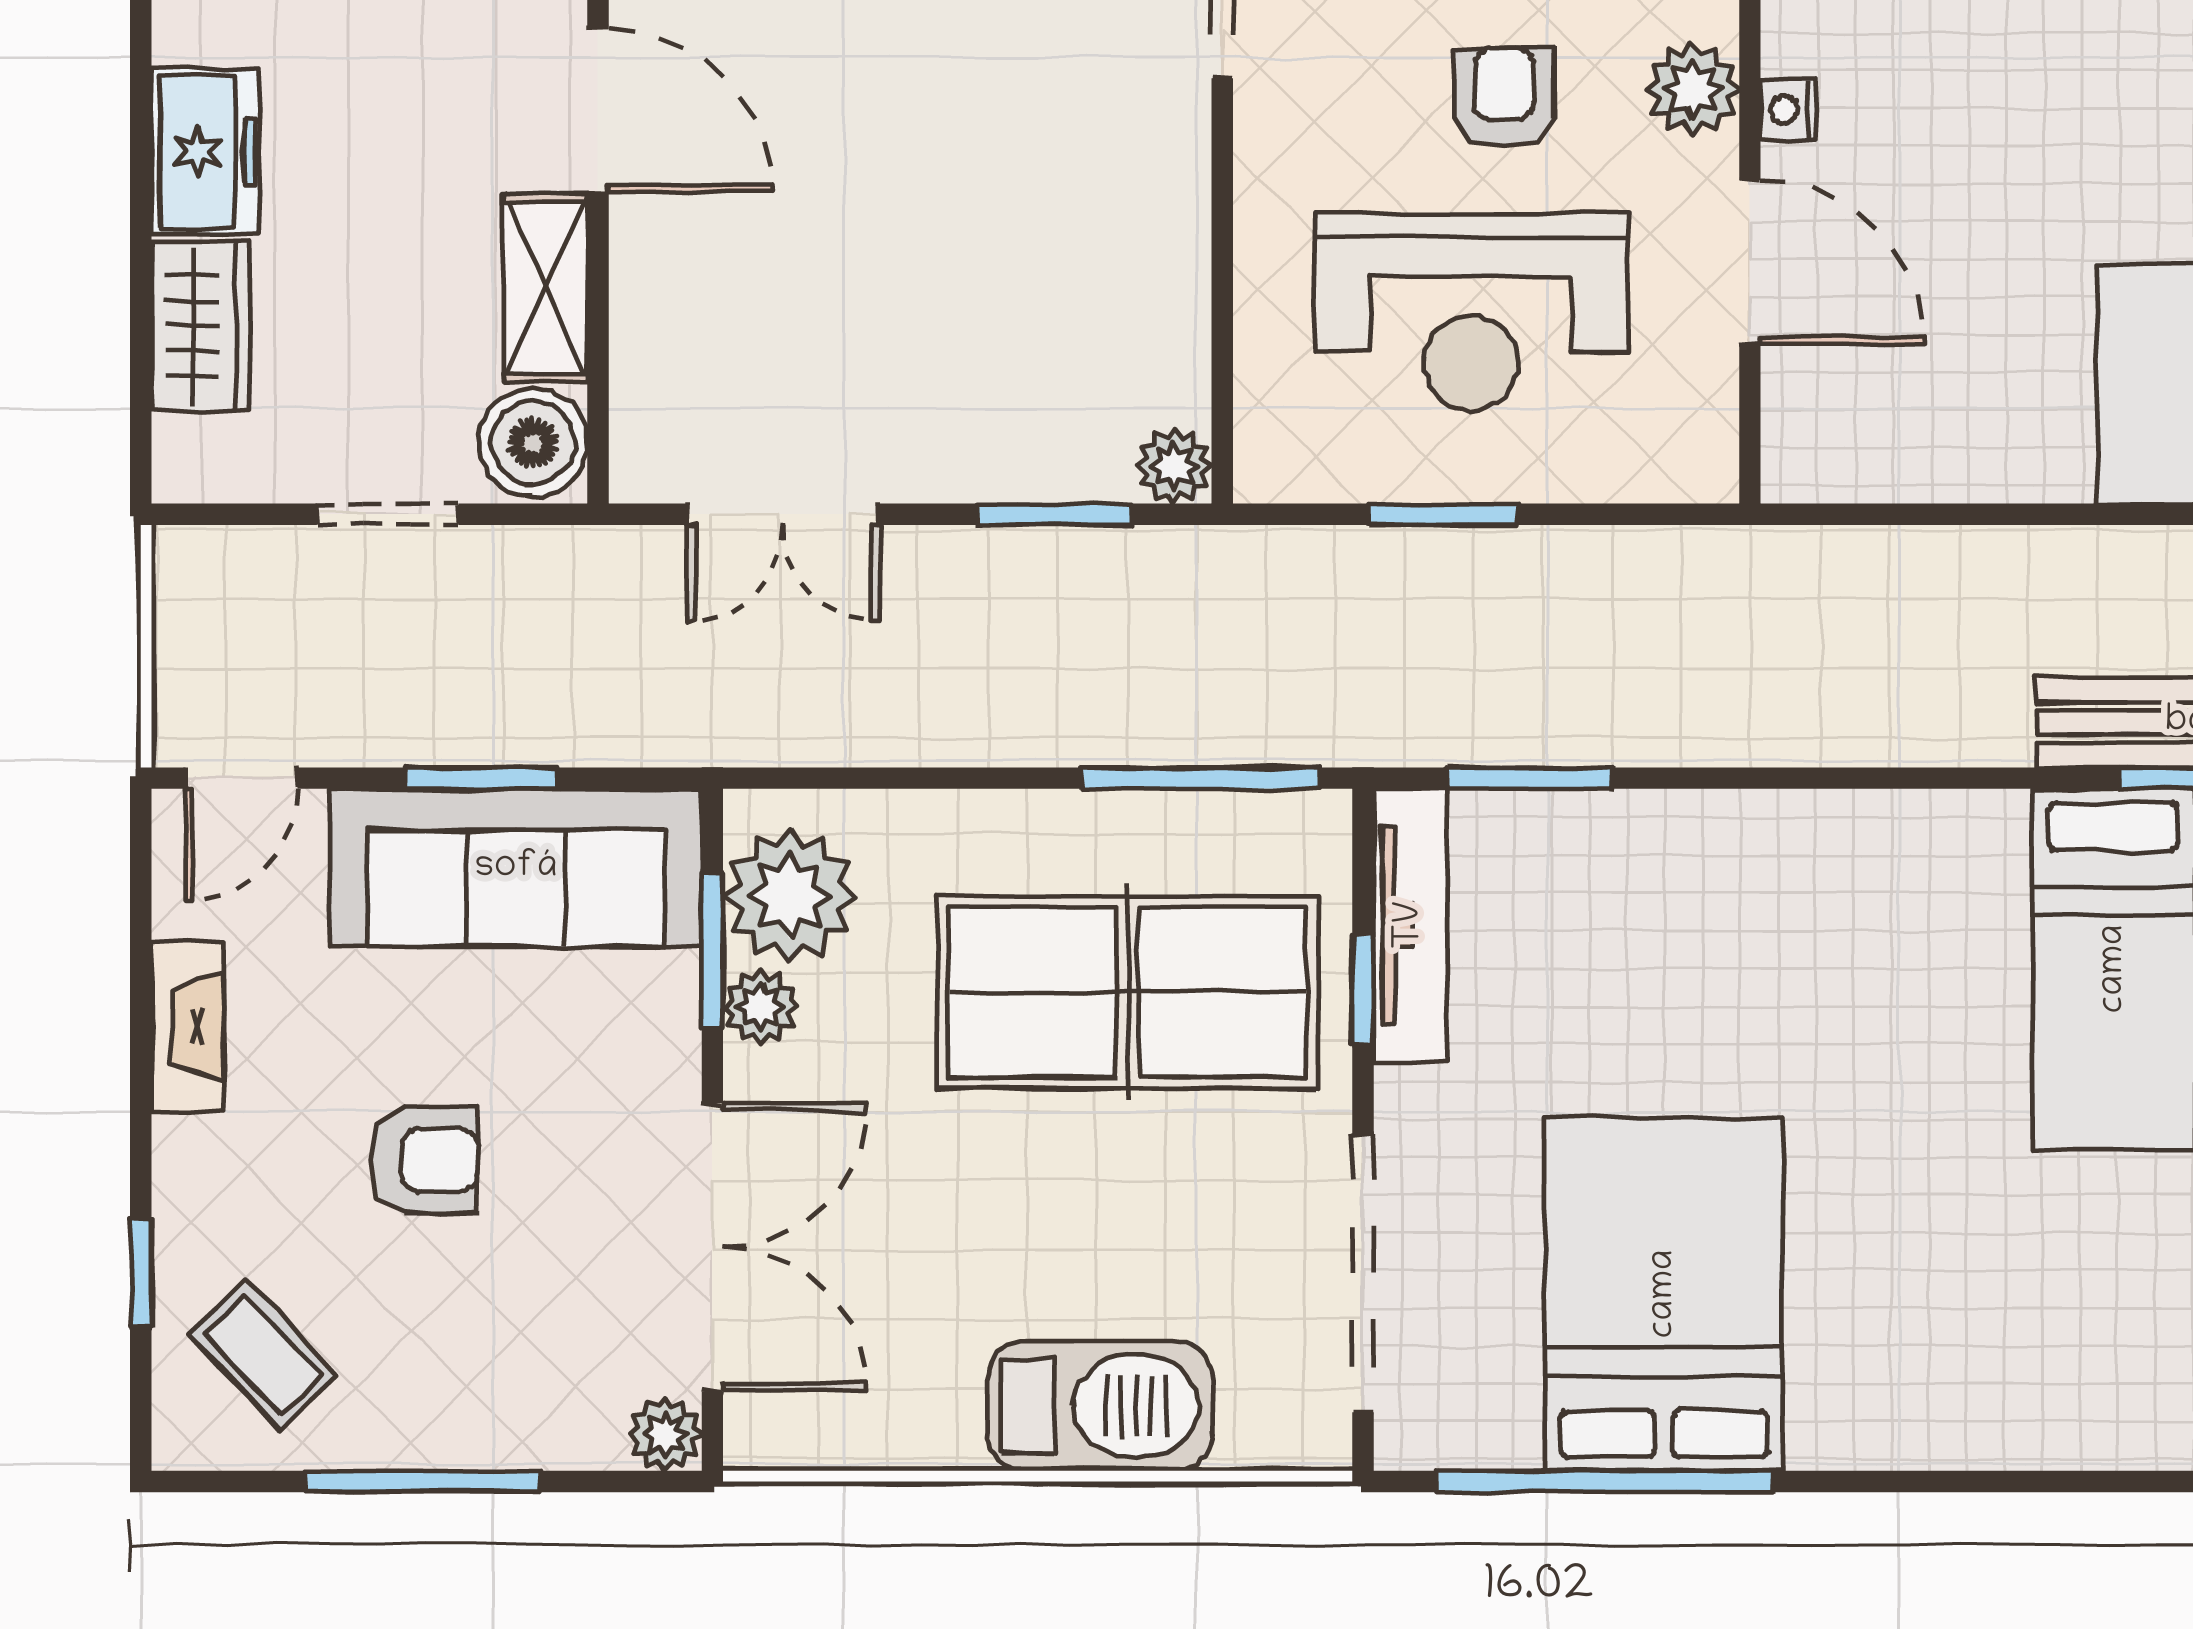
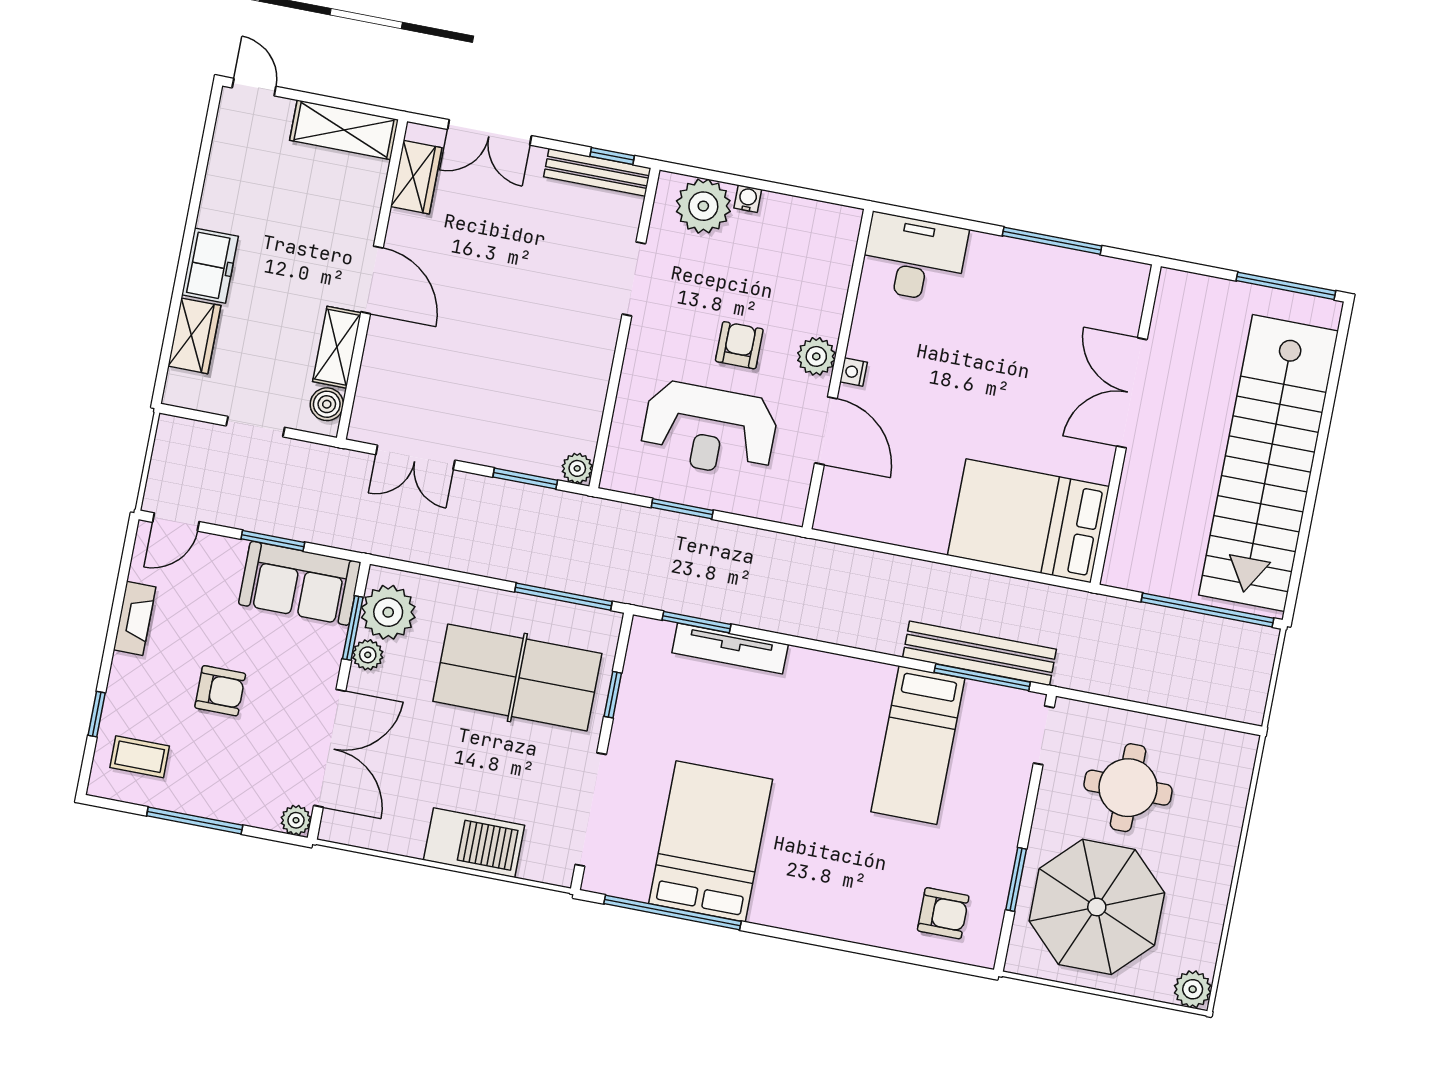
boiler: (533, 443) -> (327, 404), width x0.73, depth x0.73
sofa: (516, 868) -> (300, 583), width x0.73
tv unit: (1411, 925) -> (730, 649), moved, turned 90
coffee table: (263, 1355) -> (140, 757), turned -46

